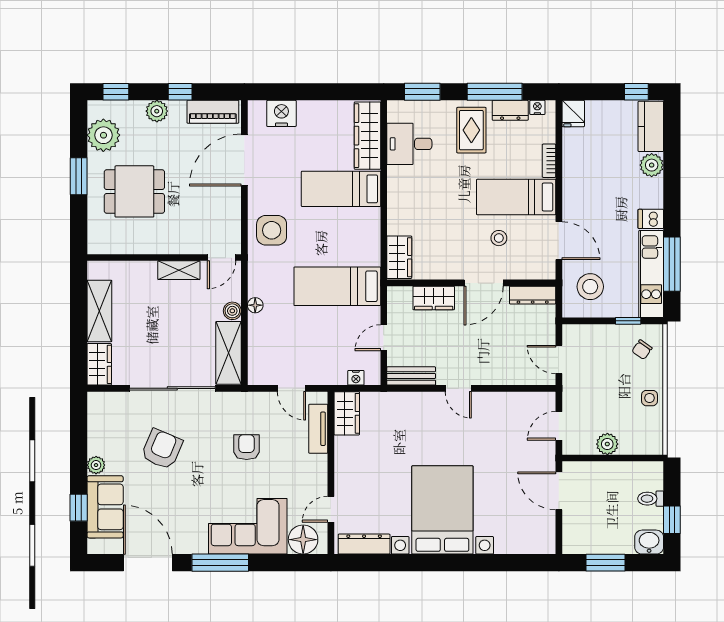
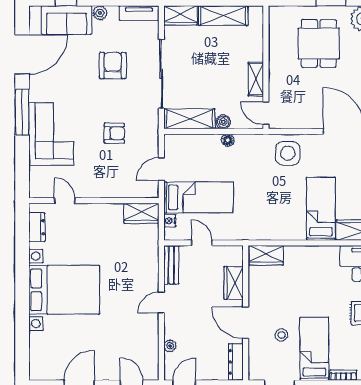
bed: (337, 286) -> (198, 197), moved, turned 90
plant: (512, 377) -> (170, 346), added
tv unit: (318, 429) -> (139, 13), moved, turned 180
armchair: (162, 449) -> (113, 66), turned -113
floor lamp: (303, 540) -> (40, 178), removed
dresser: (364, 544) -> (37, 227), width x0.70

